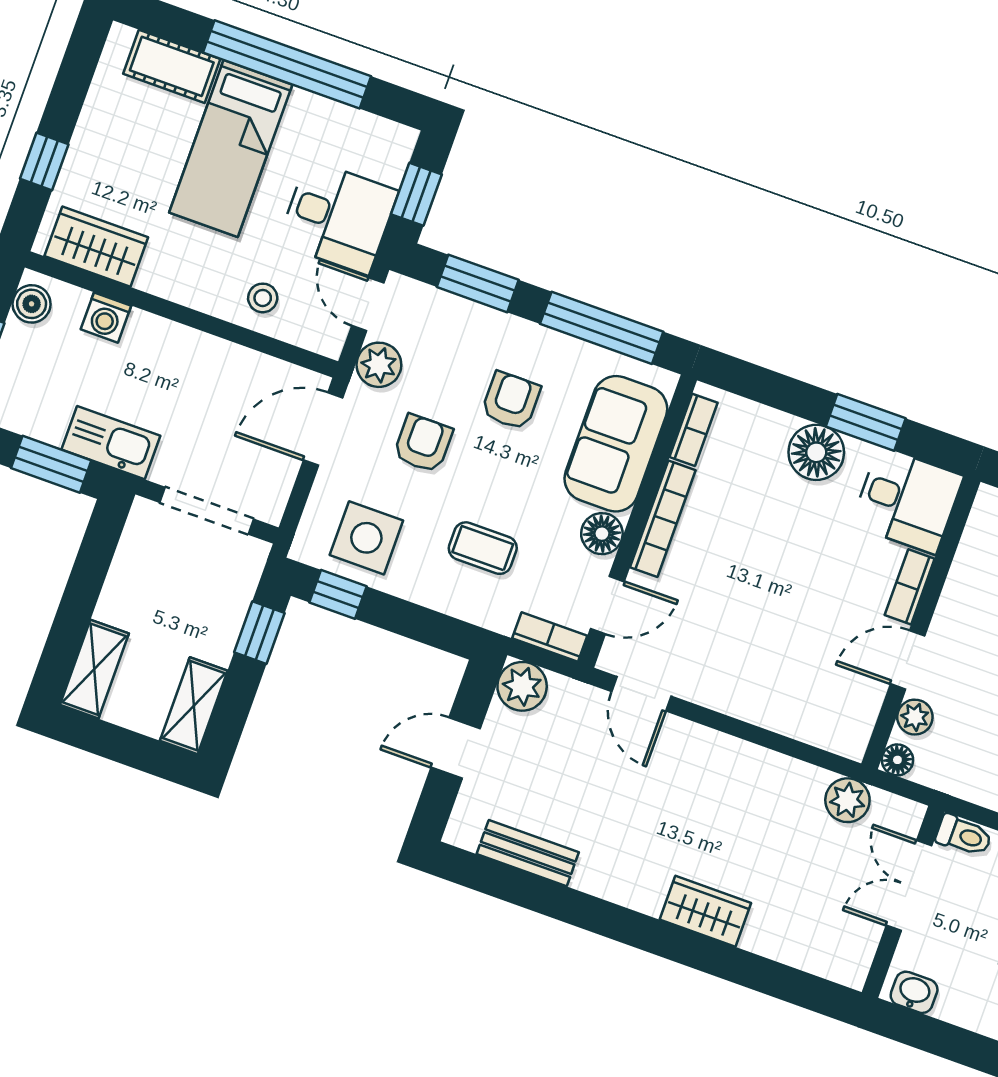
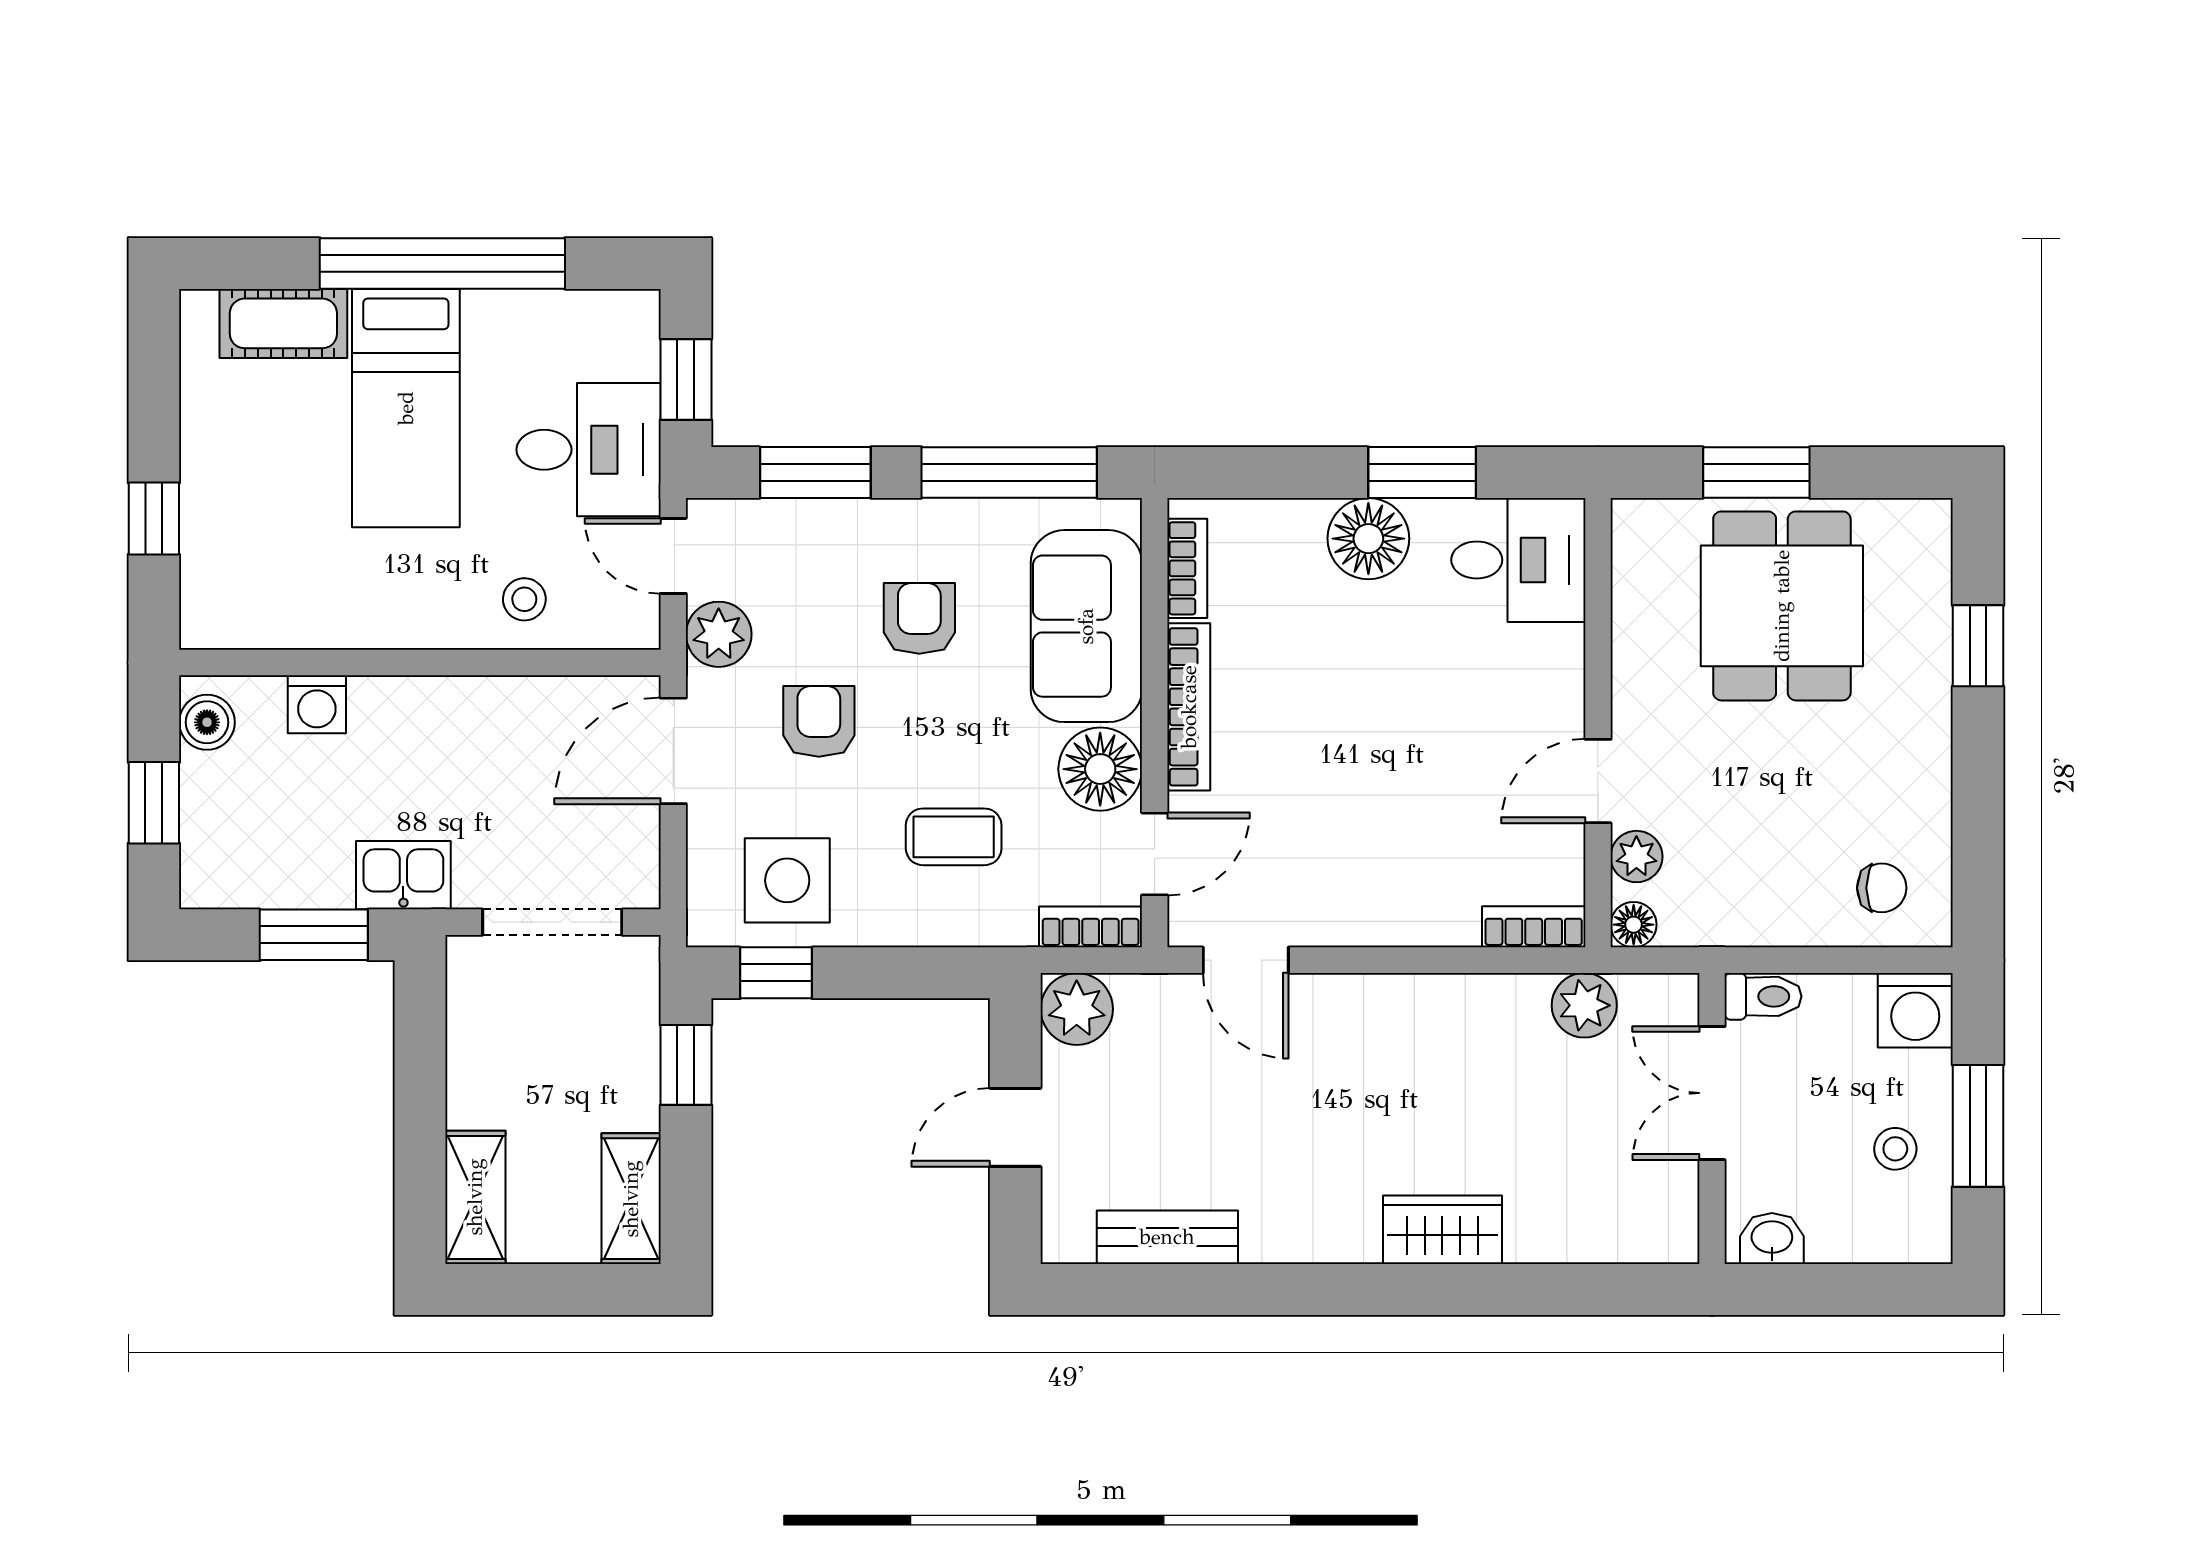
wardrobe: (96, 247) -> (268, 611), removed
kitchen sink: (111, 443) -> (403, 875), width x0.73
floor lamp: (602, 534) -> (1100, 769), width x1.38, depth x1.38
bookcase: (910, 587) -> (1534, 927), moved, turned 90

